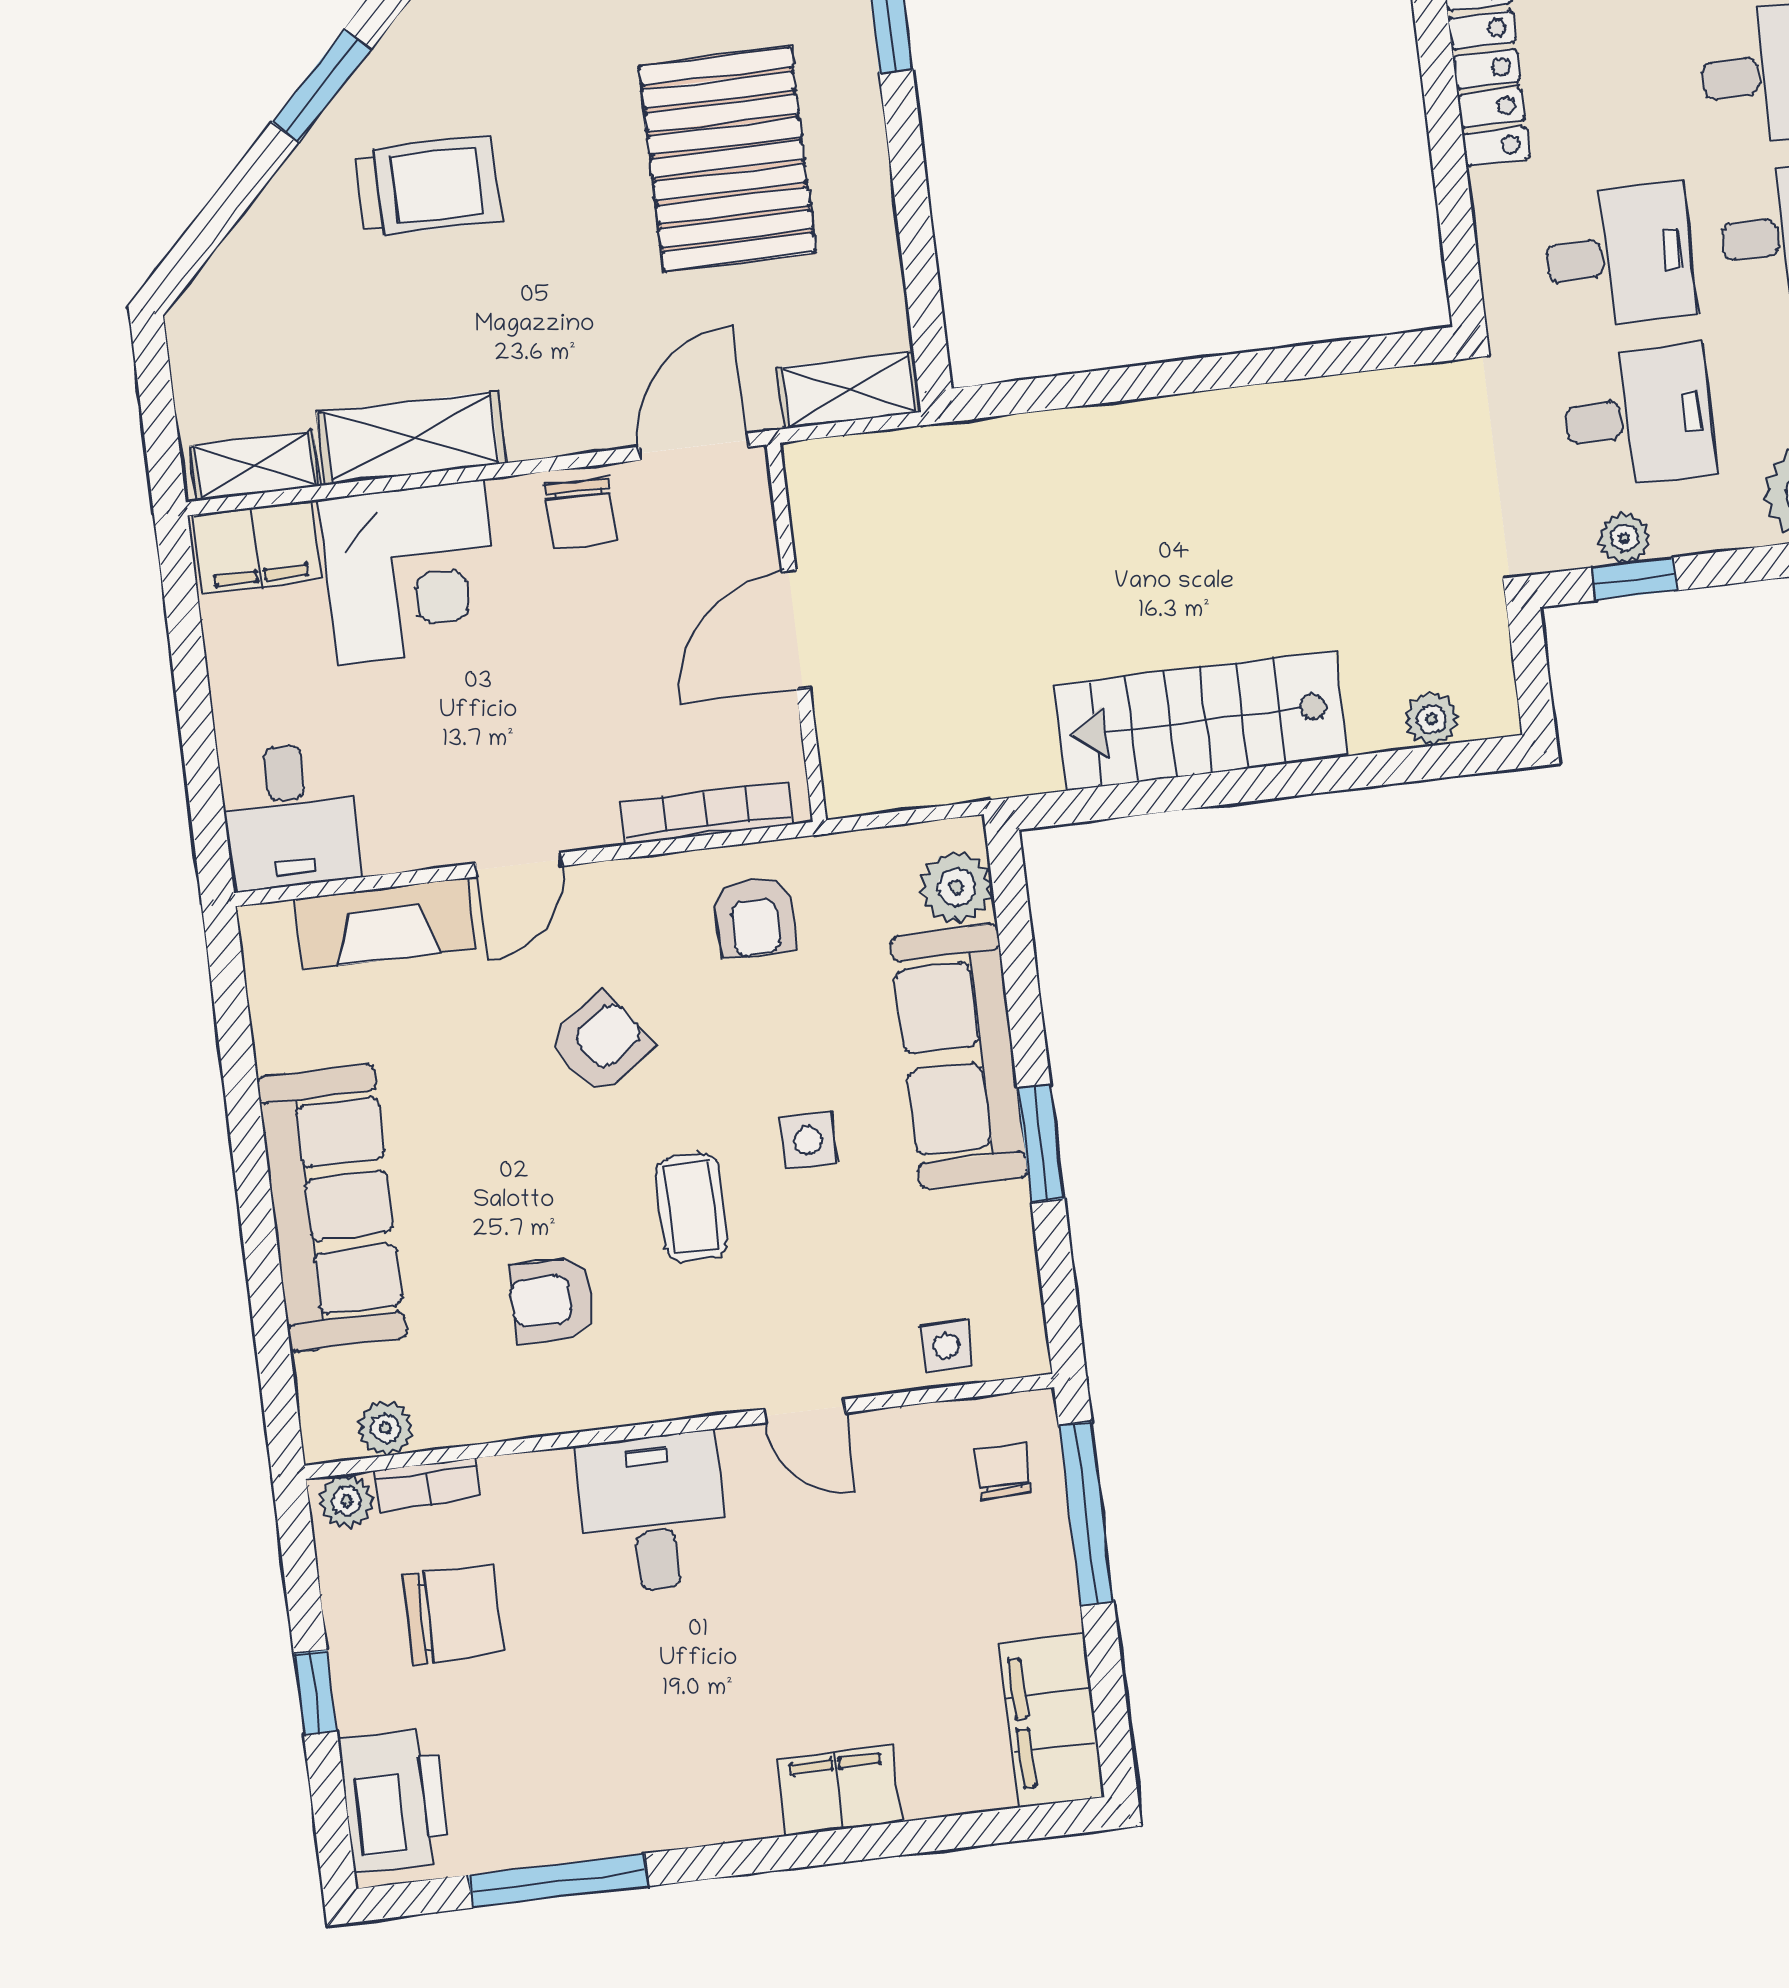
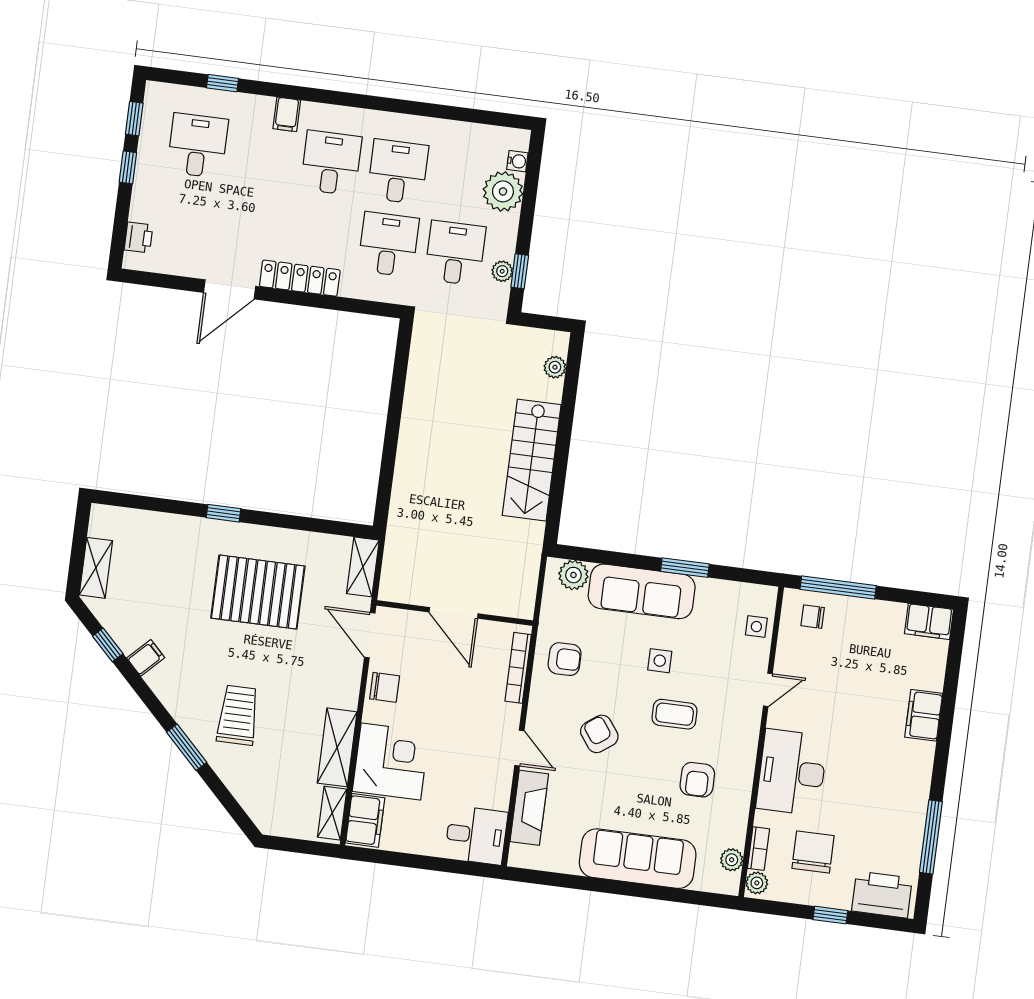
desk: (653, 1513) -> (792, 772), width x1.37
filing cabinet: (1052, 1720) -> (929, 622), width x0.67, depth x0.86

